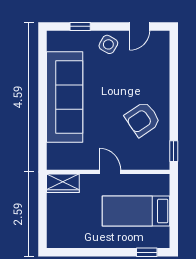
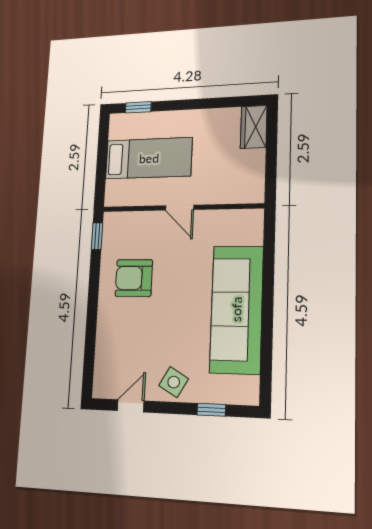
armchair: (143, 119) -> (134, 278), turned -146
wardrobe: (63, 183) -> (254, 127), moved, turned -90

